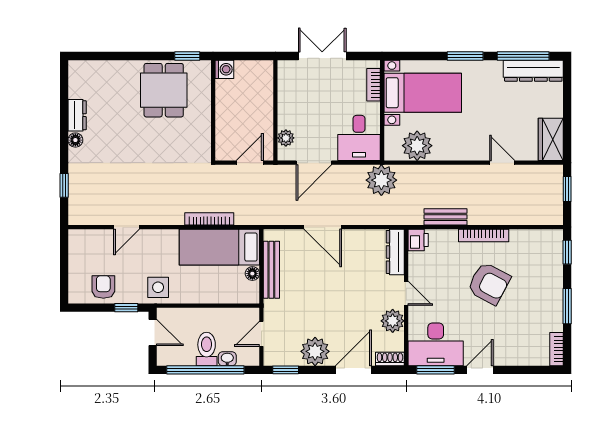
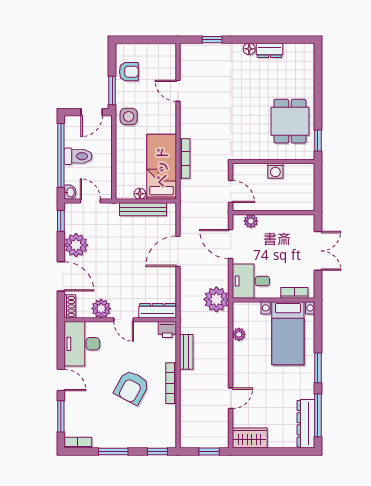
washing machine: (224, 69) -> (275, 171), moved
dining table: (164, 90) -> (290, 121), turned 90
plant: (417, 146) -> (239, 334), width x0.53, depth x0.53
door: (406, 293) -> (124, 320), hinge flipped
window: (126, 308) -> (112, 90), width x1.50
washbasin: (227, 359) -> (70, 192), moved
window: (435, 370) -> (61, 416), moved

